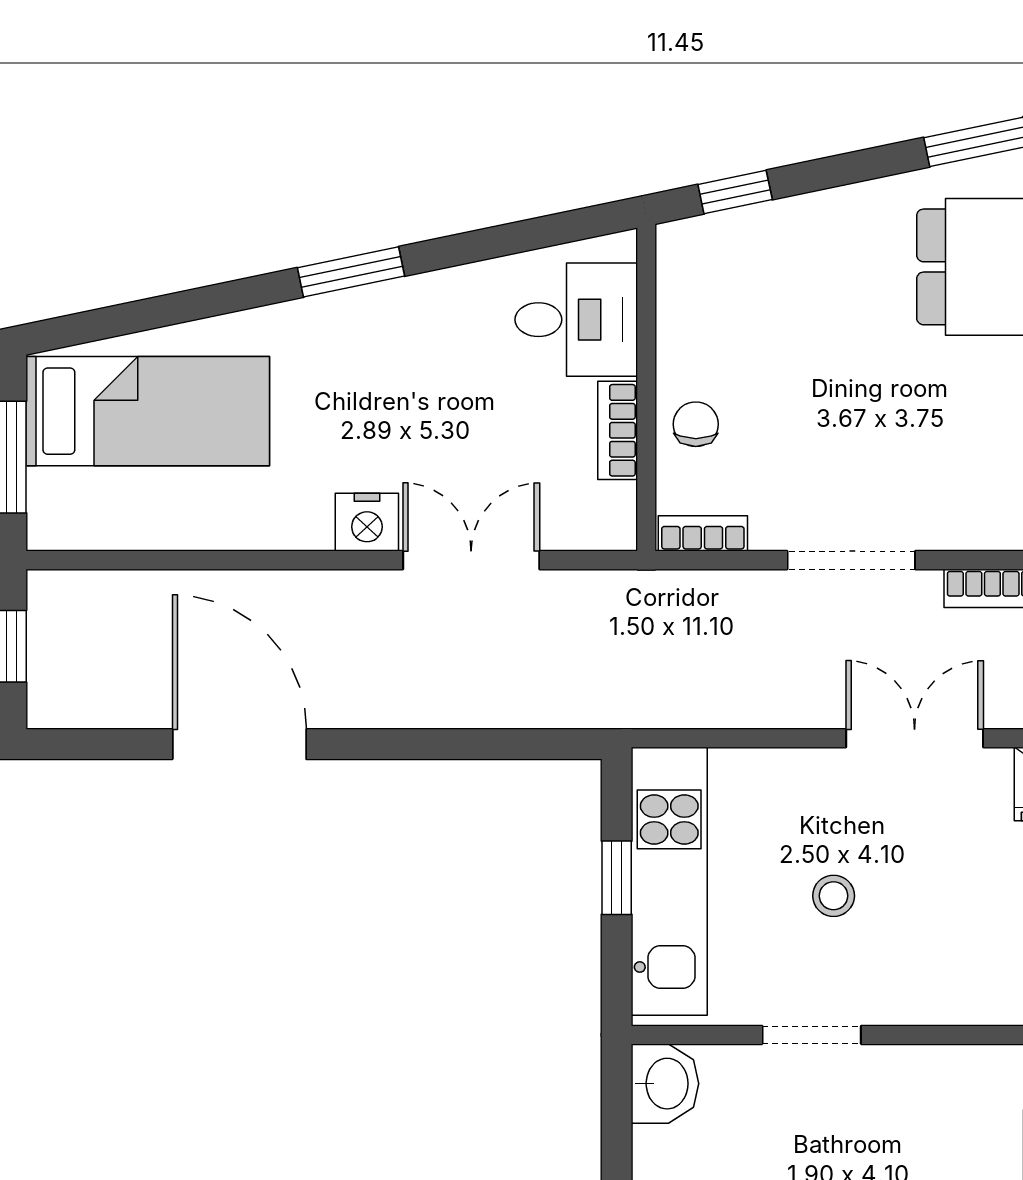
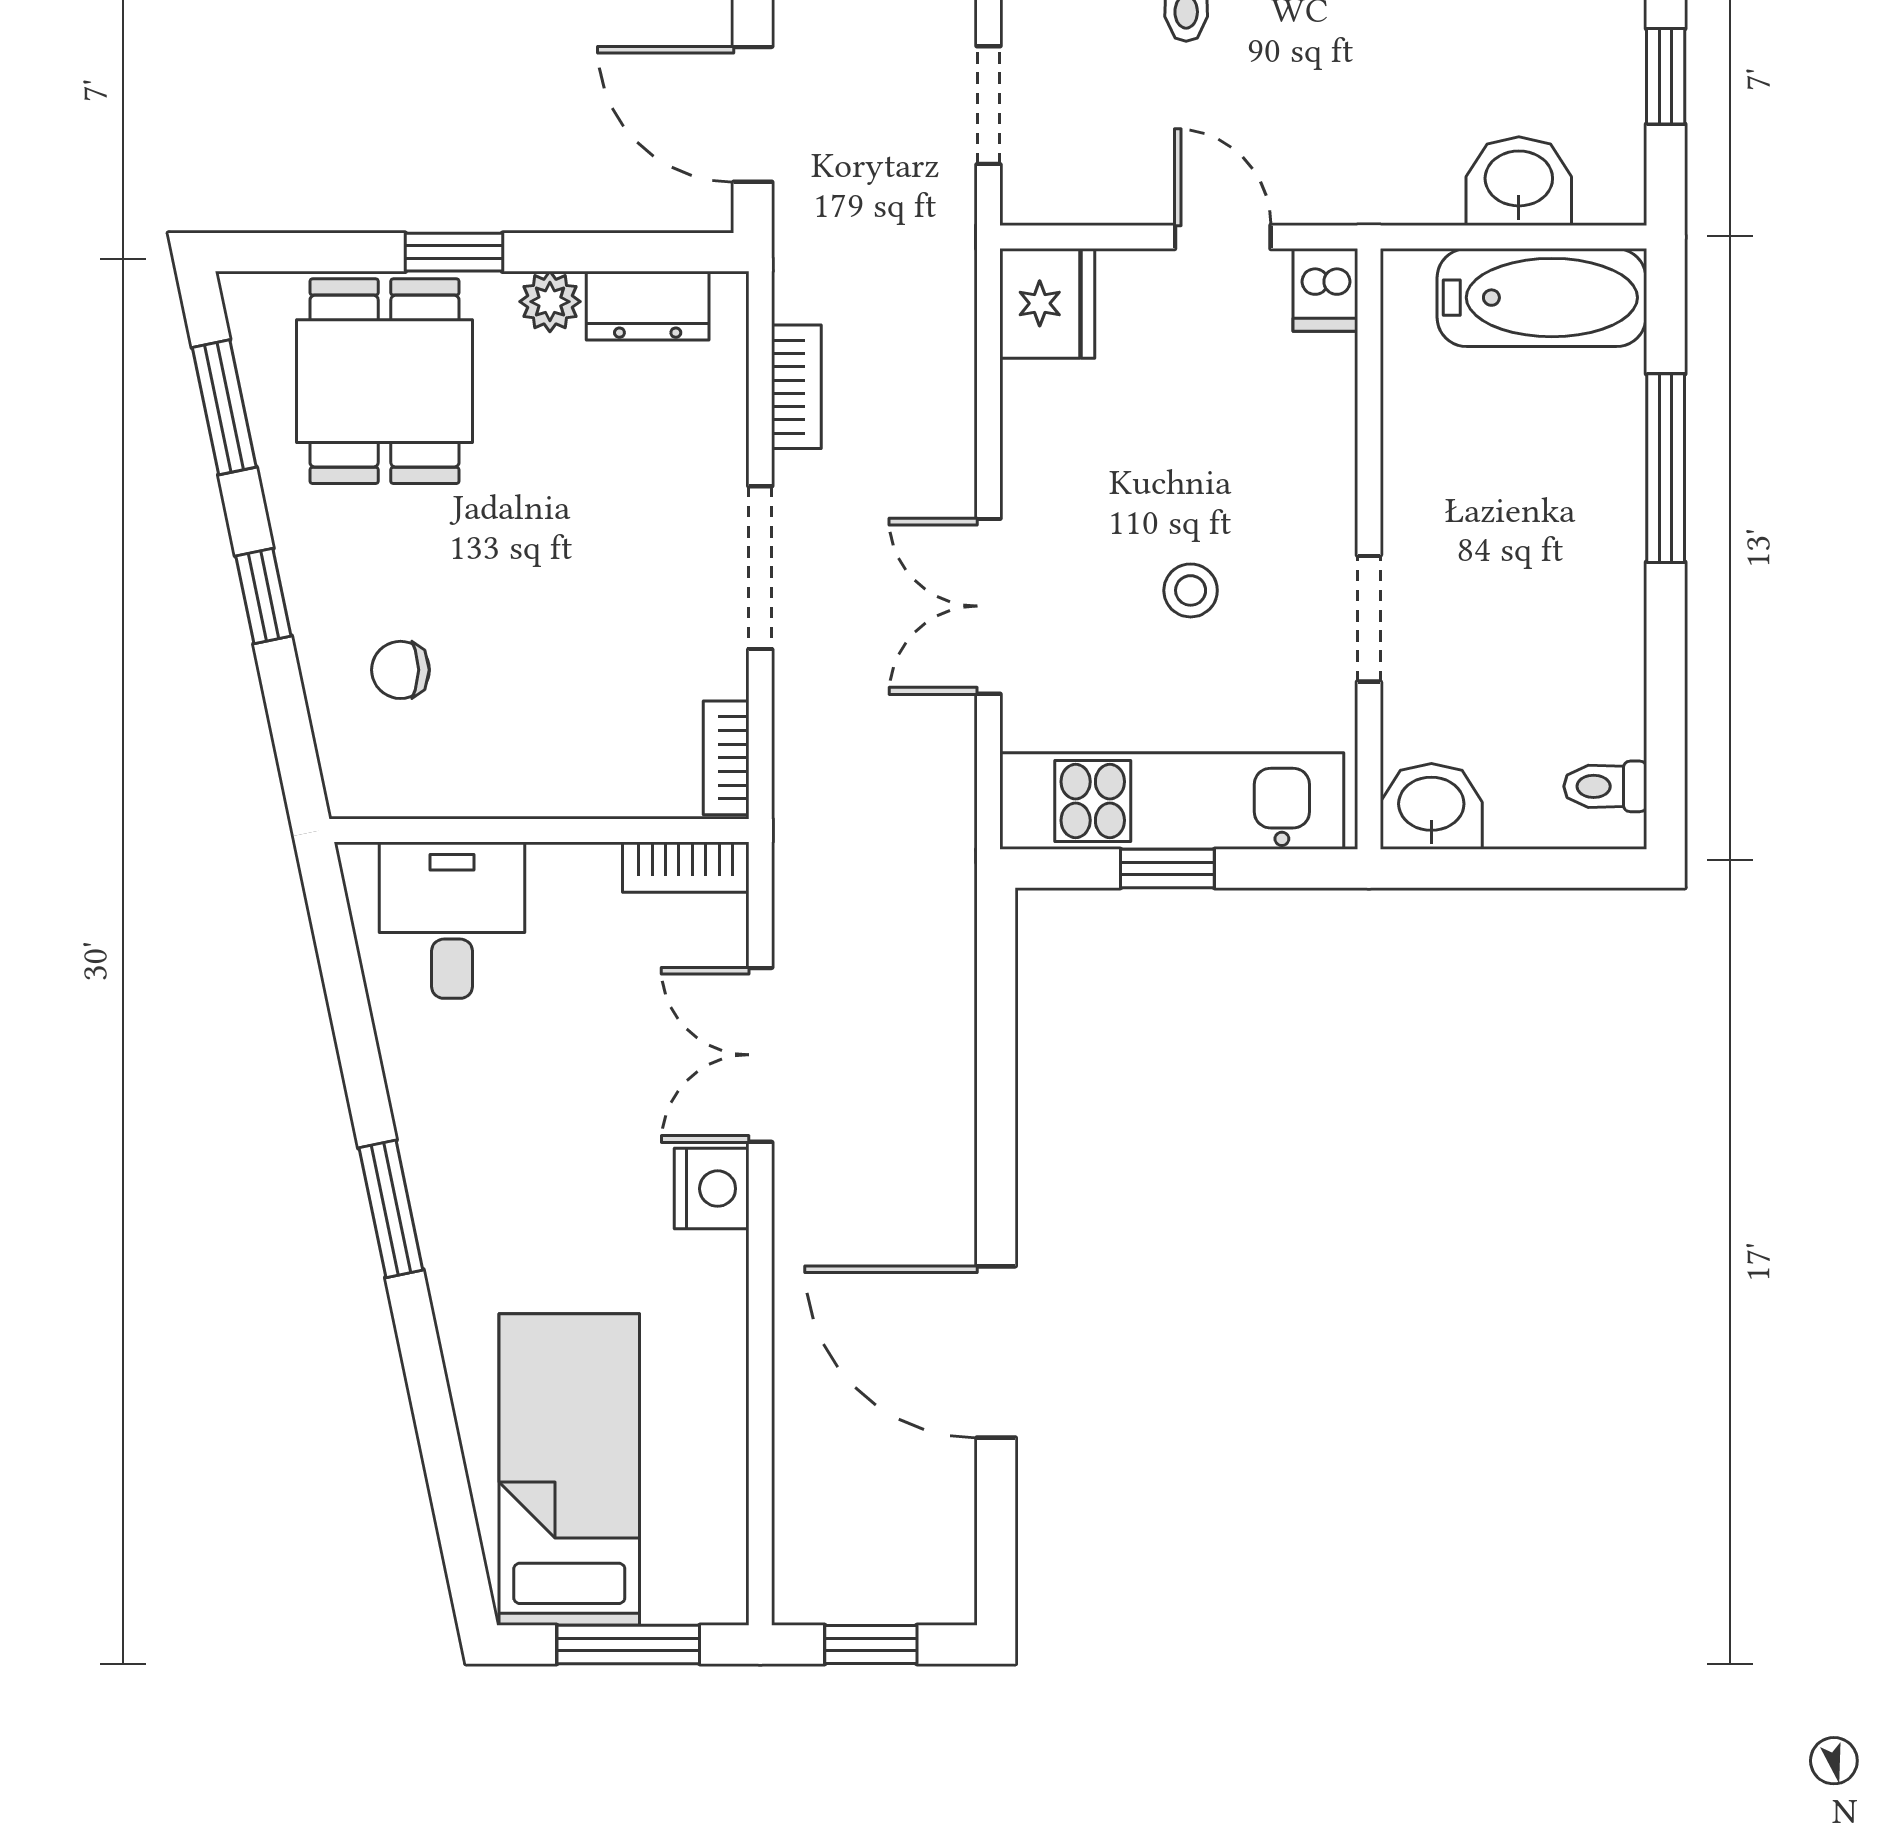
window: (735, 192) -> (263, 596), moved
chair: (696, 424) -> (400, 670), moved
bookcase: (618, 430) -> (686, 867), moved
double door: (915, 738) -> (989, 606), moved
door: (239, 744) -> (996, 1352), hinge flipped

